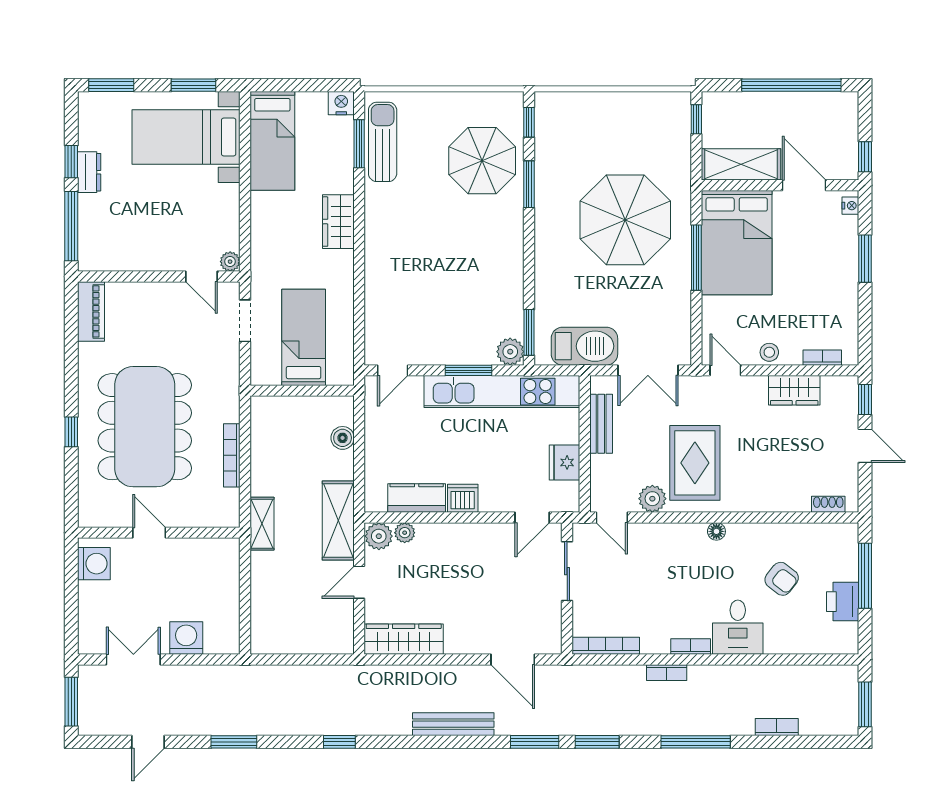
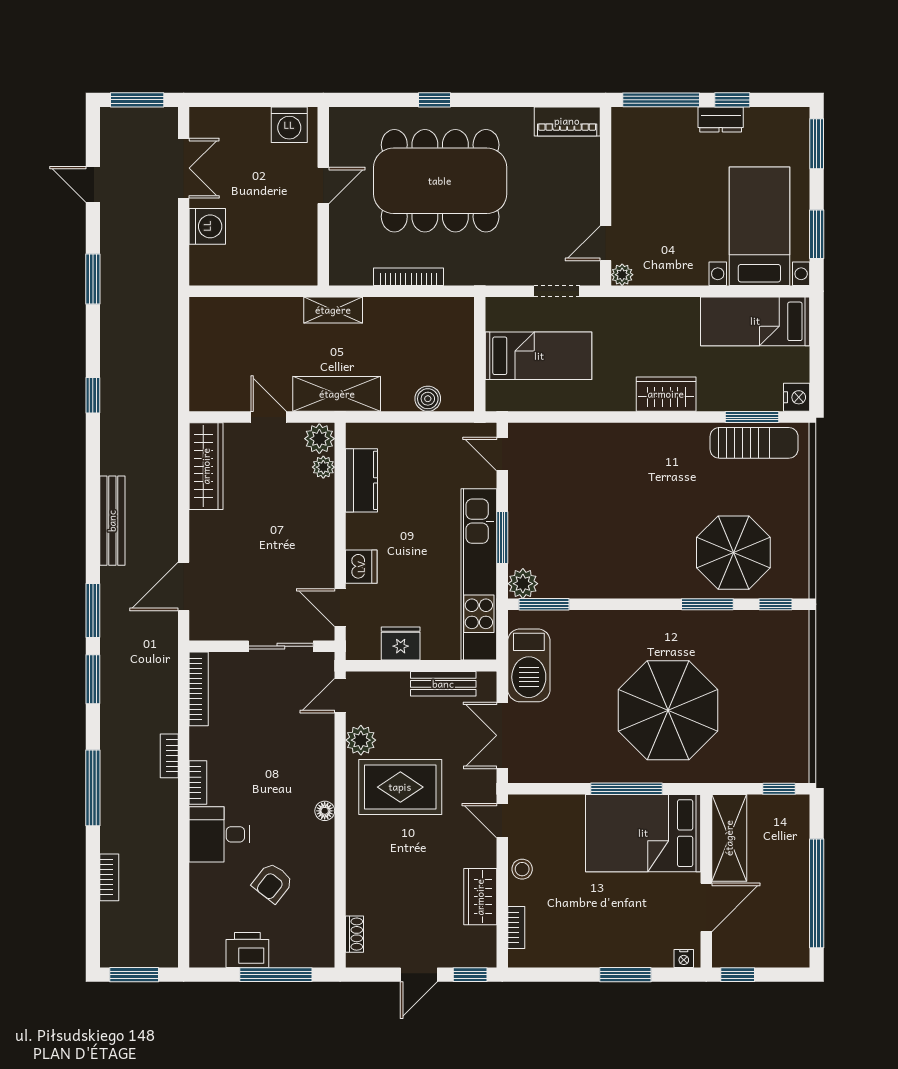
door: (725, 370) -> (502, 821), swing flipped
dishwasher: (463, 498) -> (361, 567), moved

